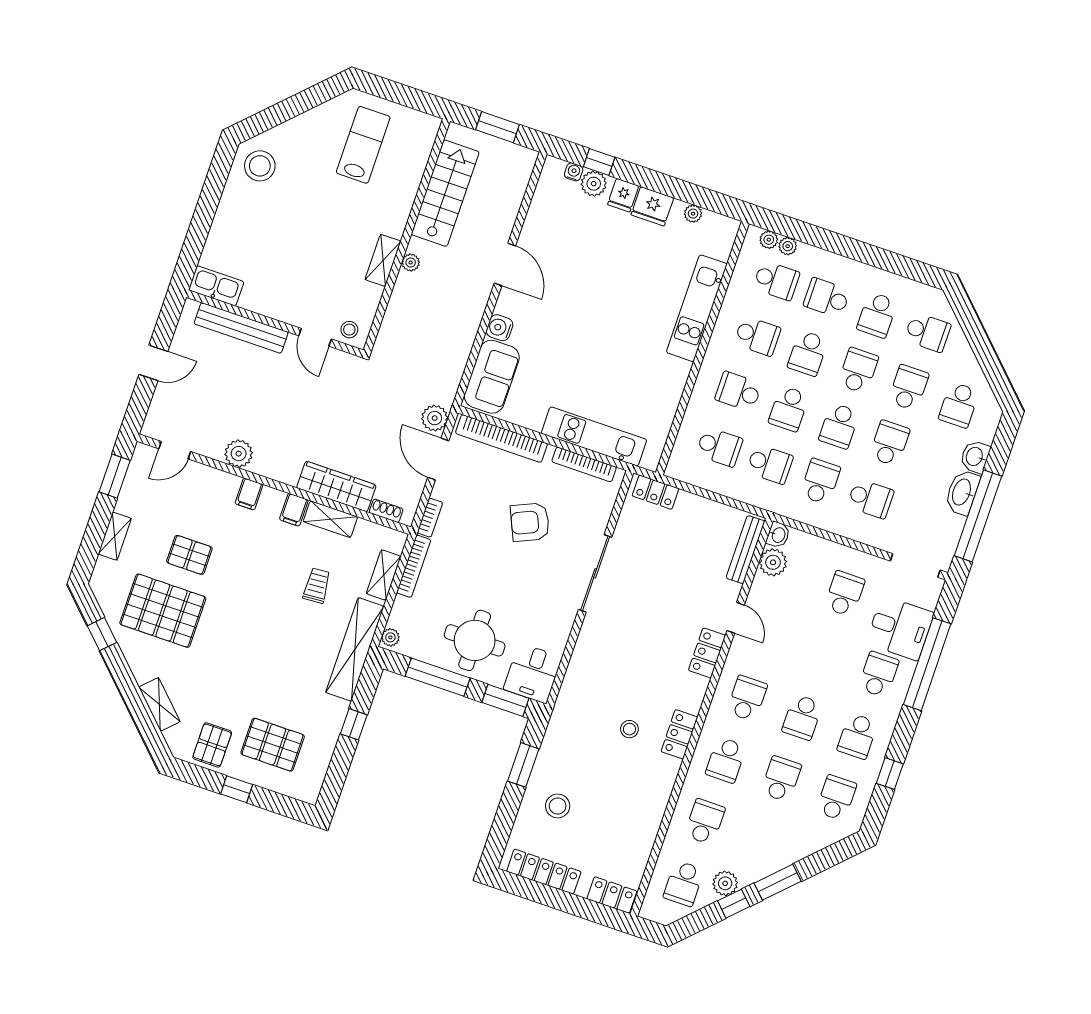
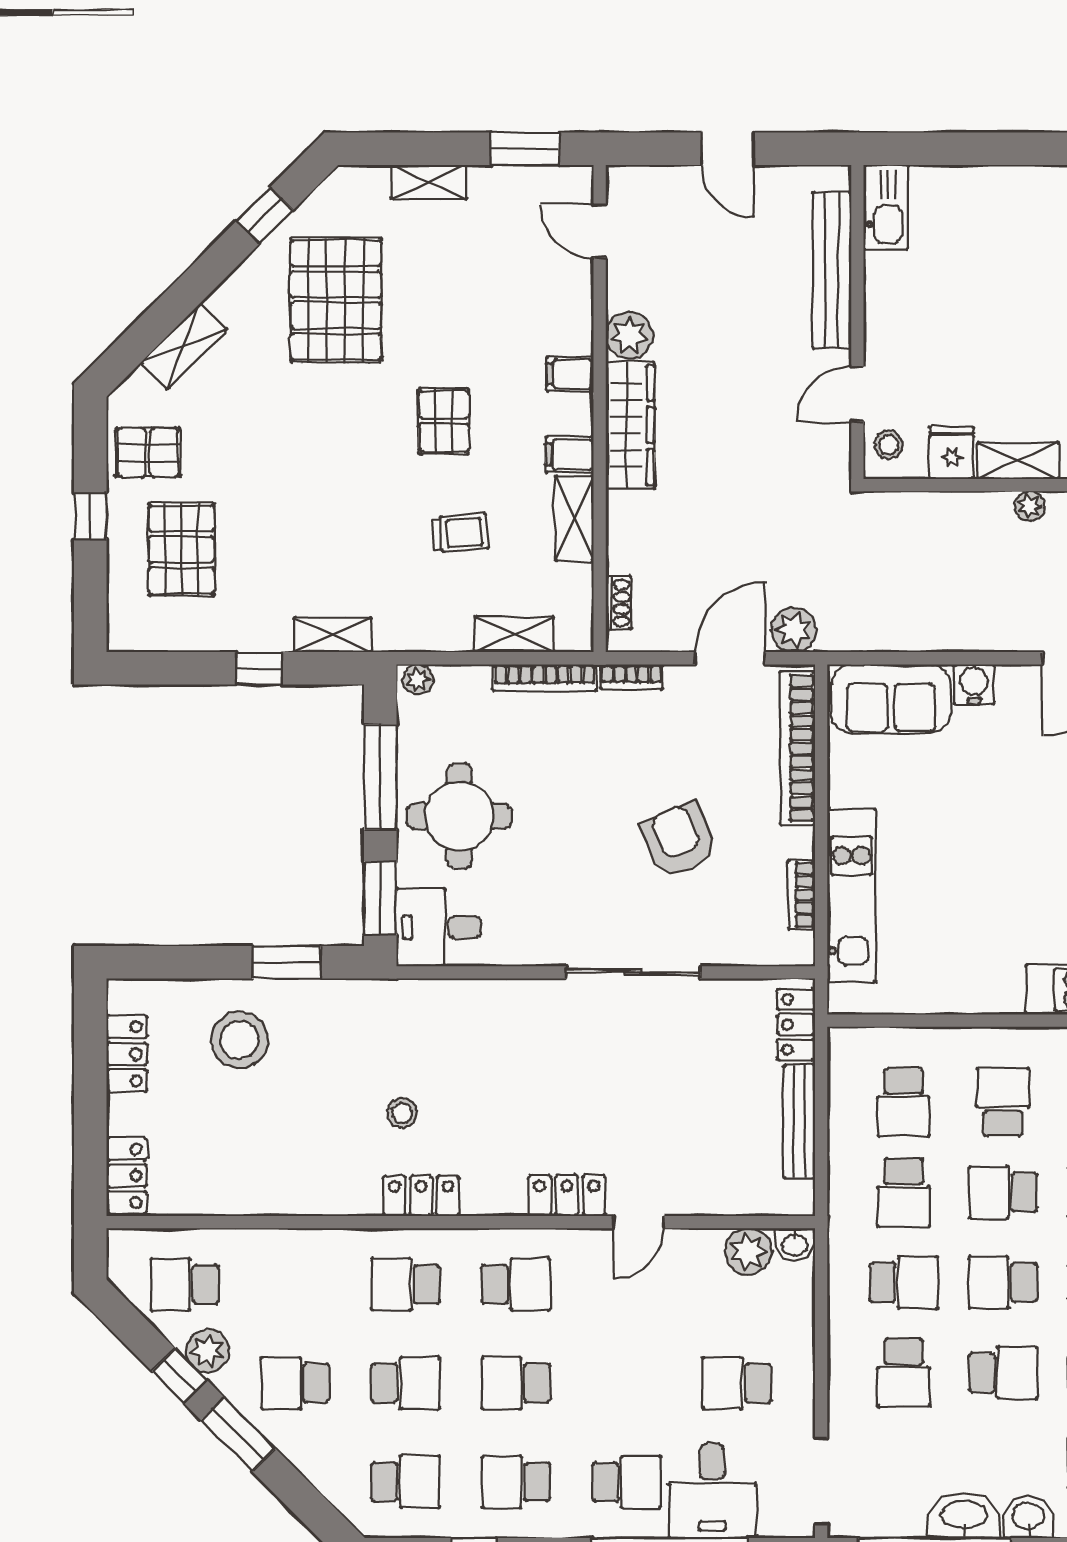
fridge: (366, 296) -> (952, 453), added
bookcase: (584, 464) -> (801, 895), width x0.64
wardrobe: (336, 486) -> (630, 425), moved
bench: (745, 550) -> (799, 1122), moved, turned 90
pallet: (189, 555) -> (444, 421), moved
school desk: (844, 594) -> (737, 1383), turned 180
shelving: (355, 649) -> (333, 635), width x0.45, depth x0.75
stool: (558, 806) -> (239, 1040), width x1.38, depth x1.38
school desk: (705, 822) -> (295, 1383), moved, turned 180
locker: (544, 872) -> (127, 1054), width x0.66

